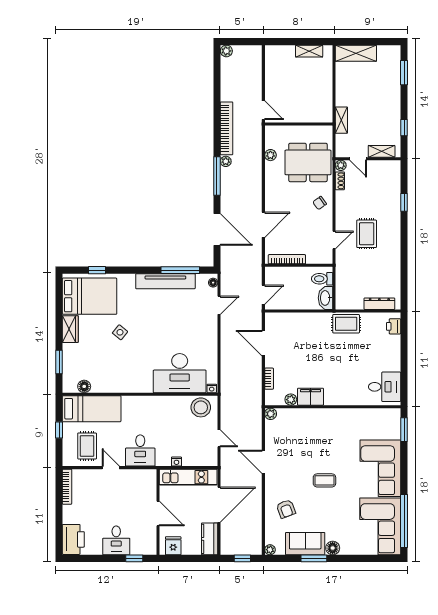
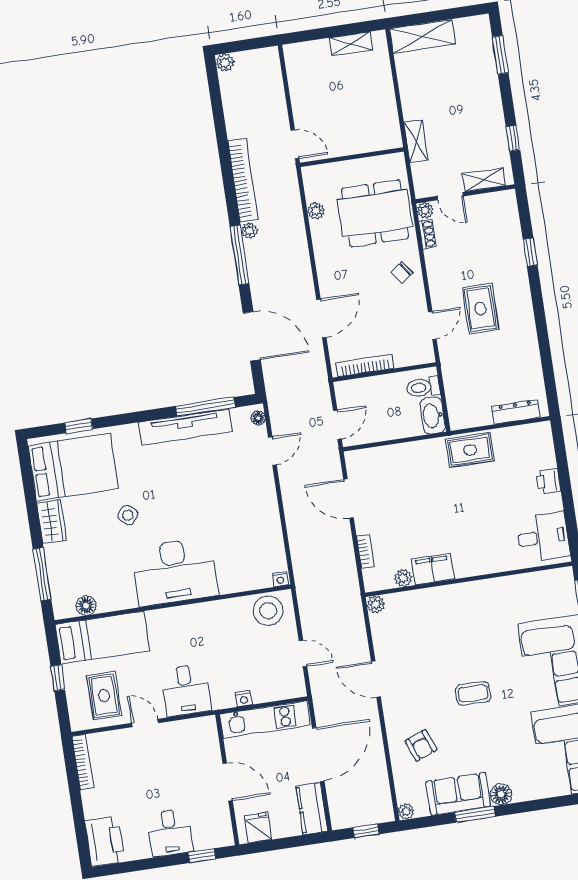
printer: (394, 326) -> (548, 481), moved
window: (59, 362) -> (42, 574), width x1.44
desk: (180, 373) -> (175, 571), moved

